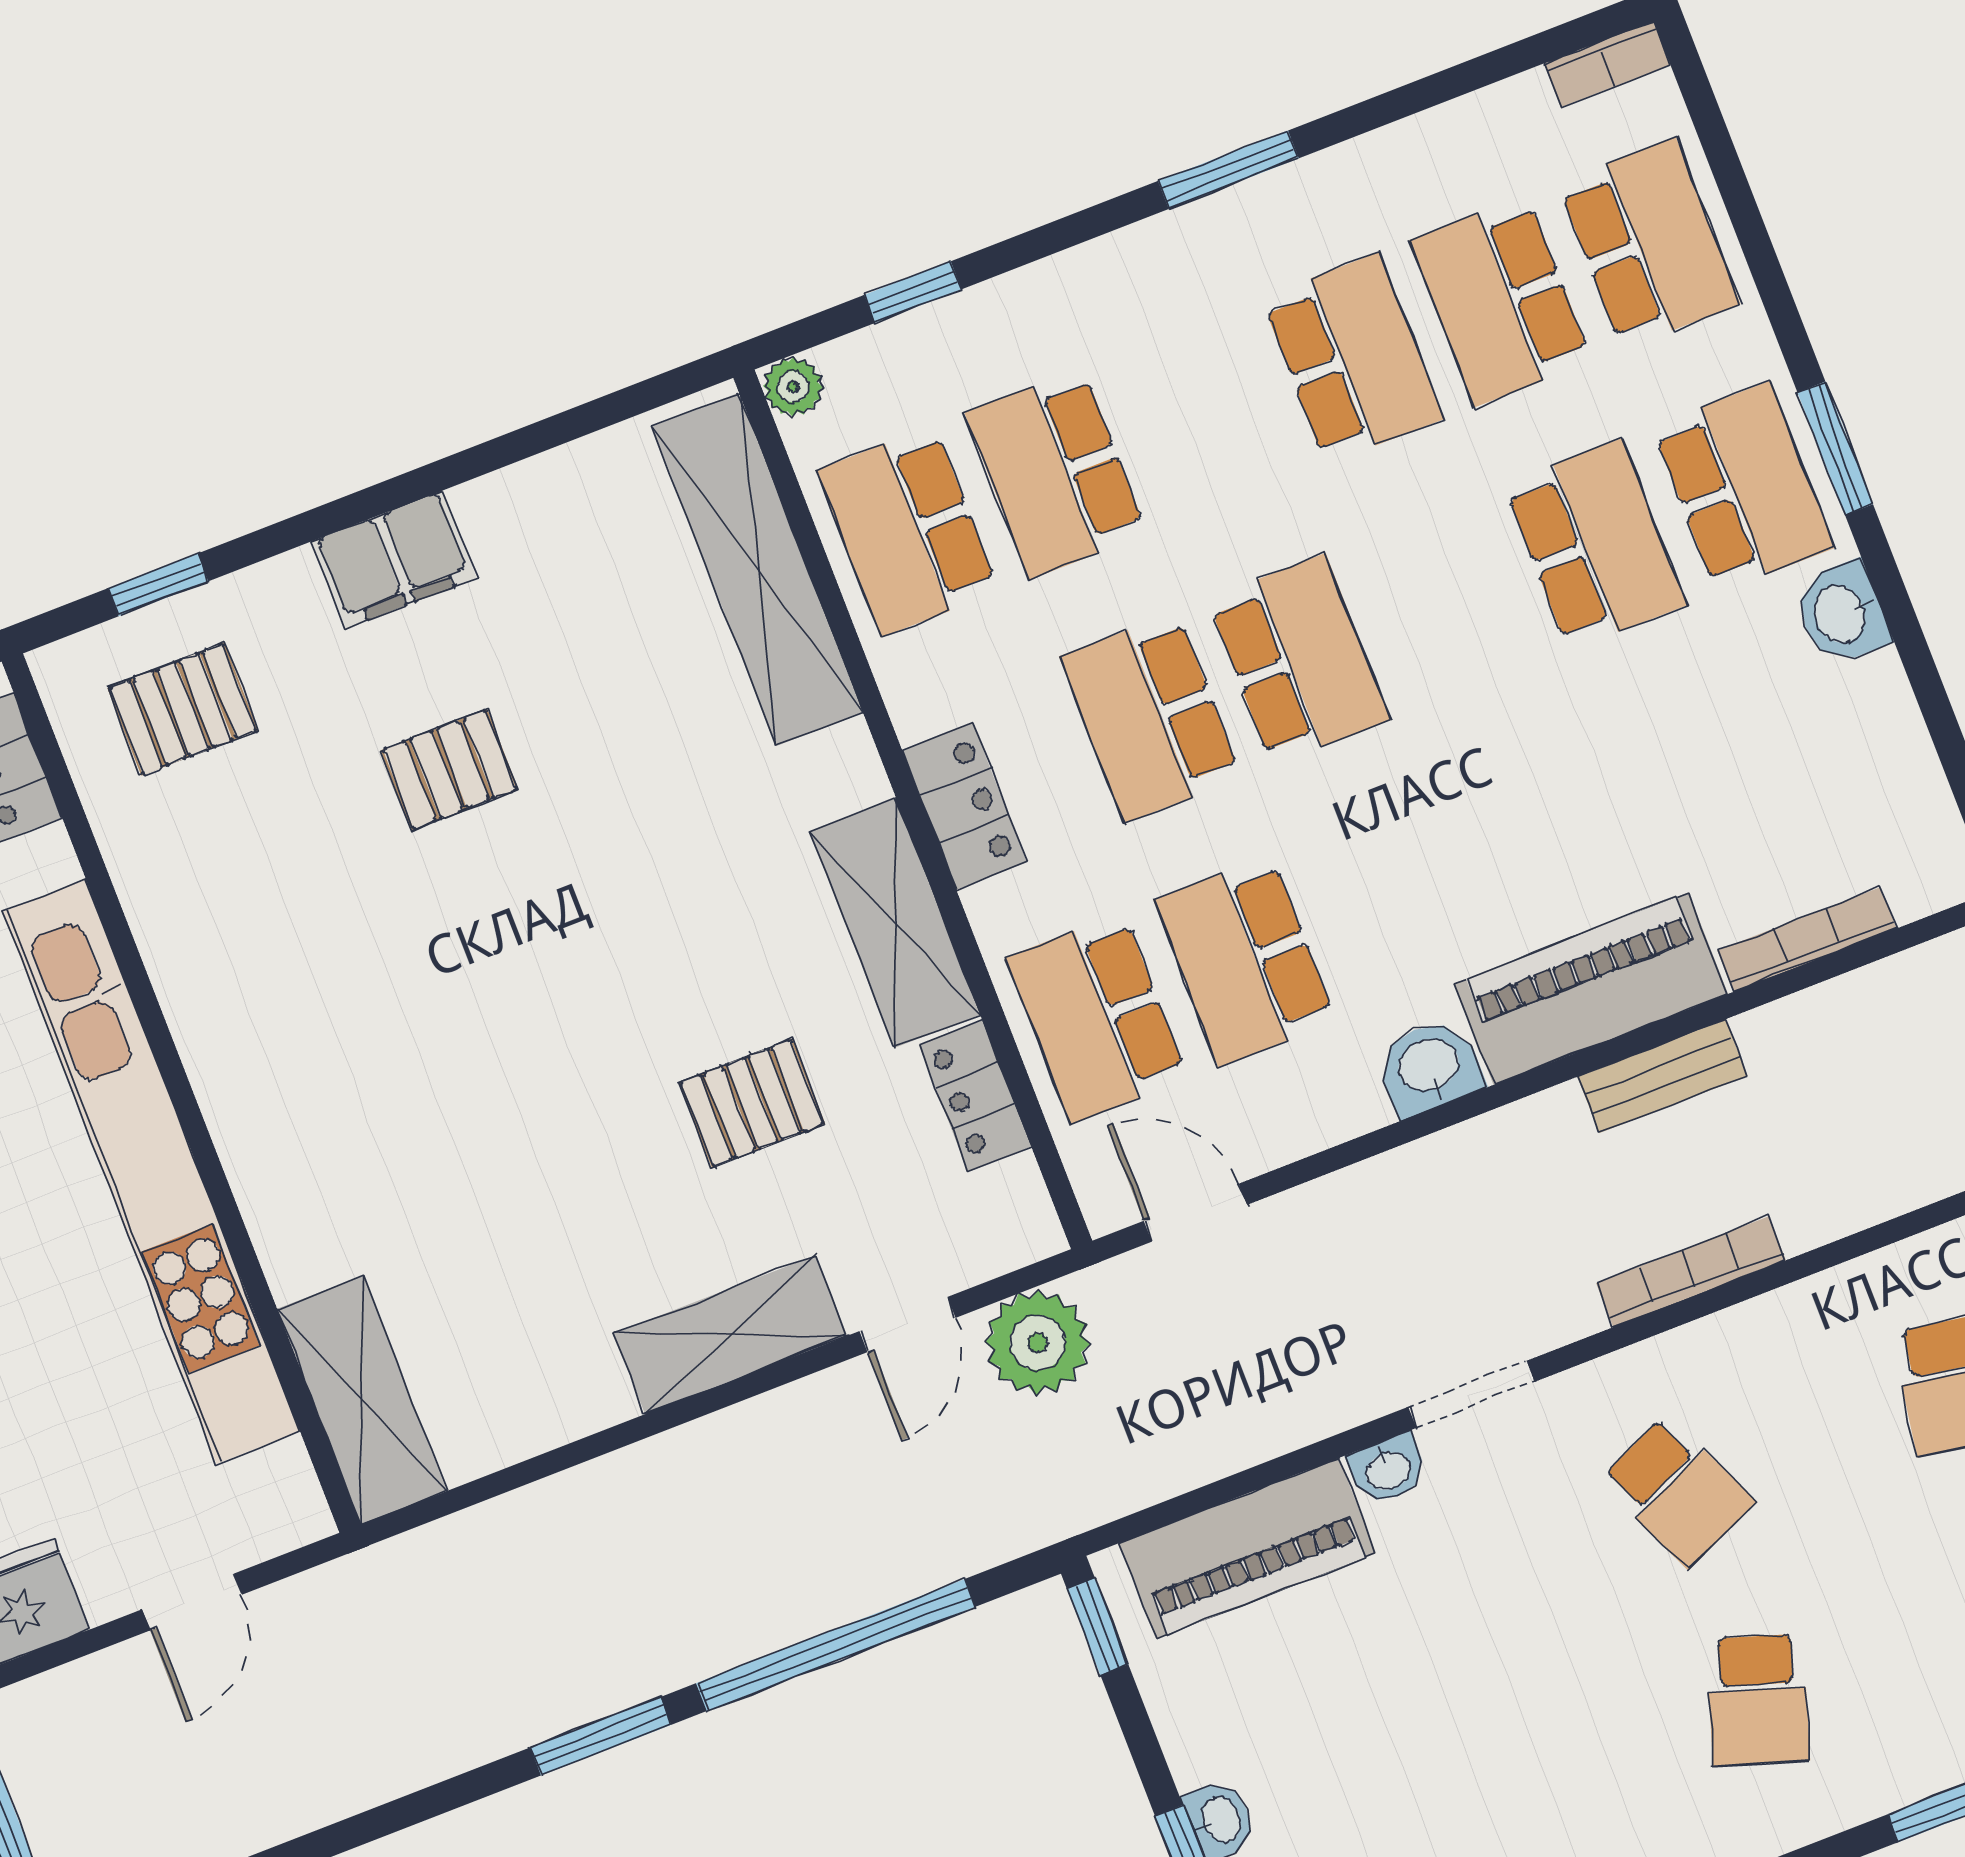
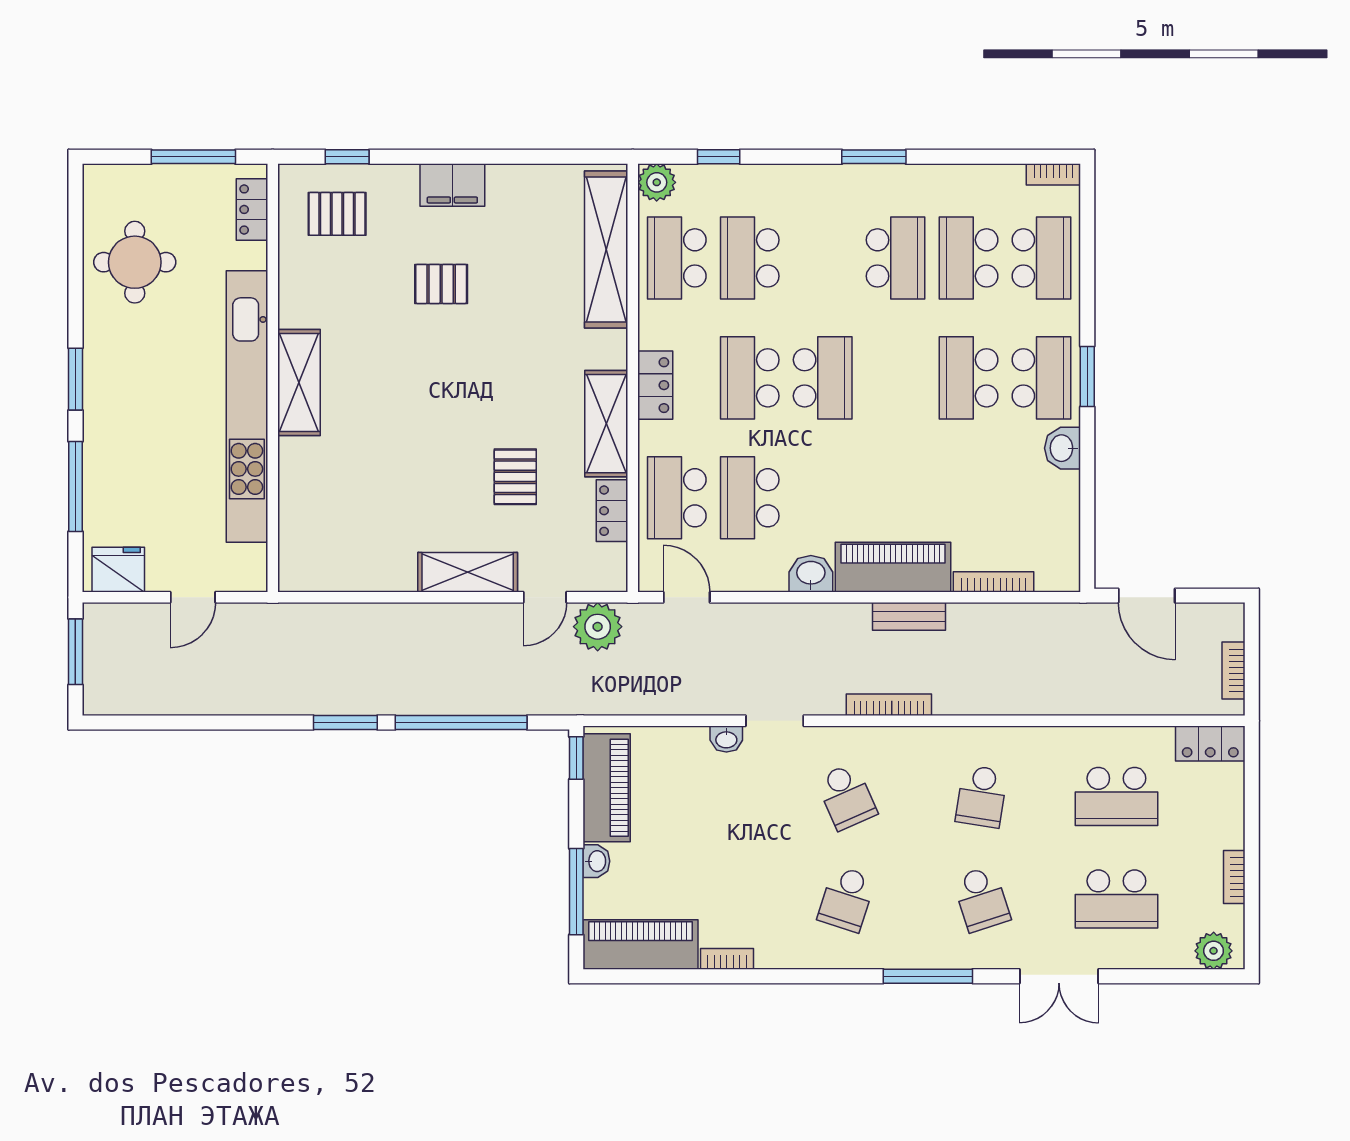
plant: (793, 387) -> (657, 182), width x1.38, depth x1.38
school desk: (1595, 545) -> (968, 378), turned 180
pallet: (752, 1103) -> (515, 477), turned 90
shelving: (362, 1400) -> (299, 383), moved
piano: (1247, 1548) -> (607, 788), moved, turned -90

